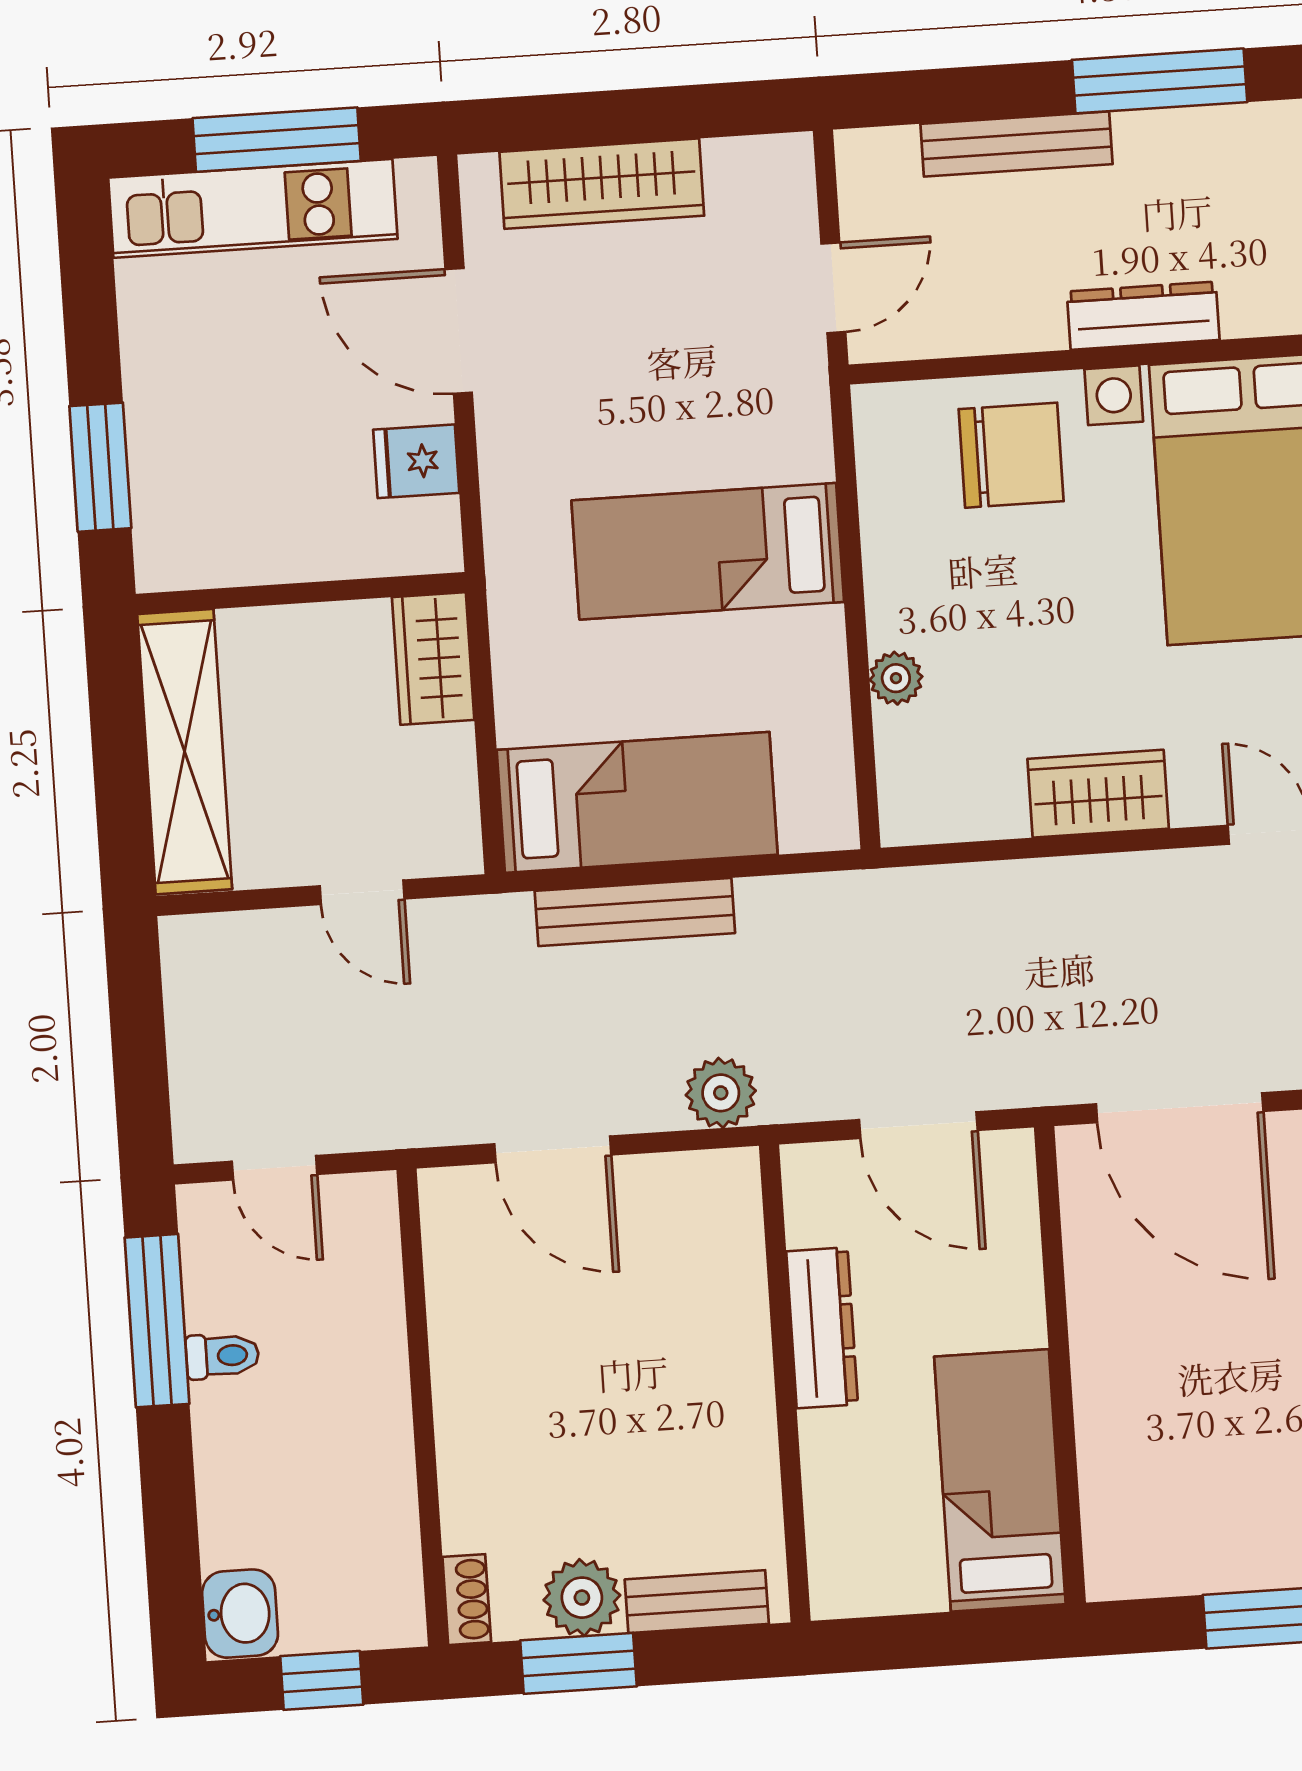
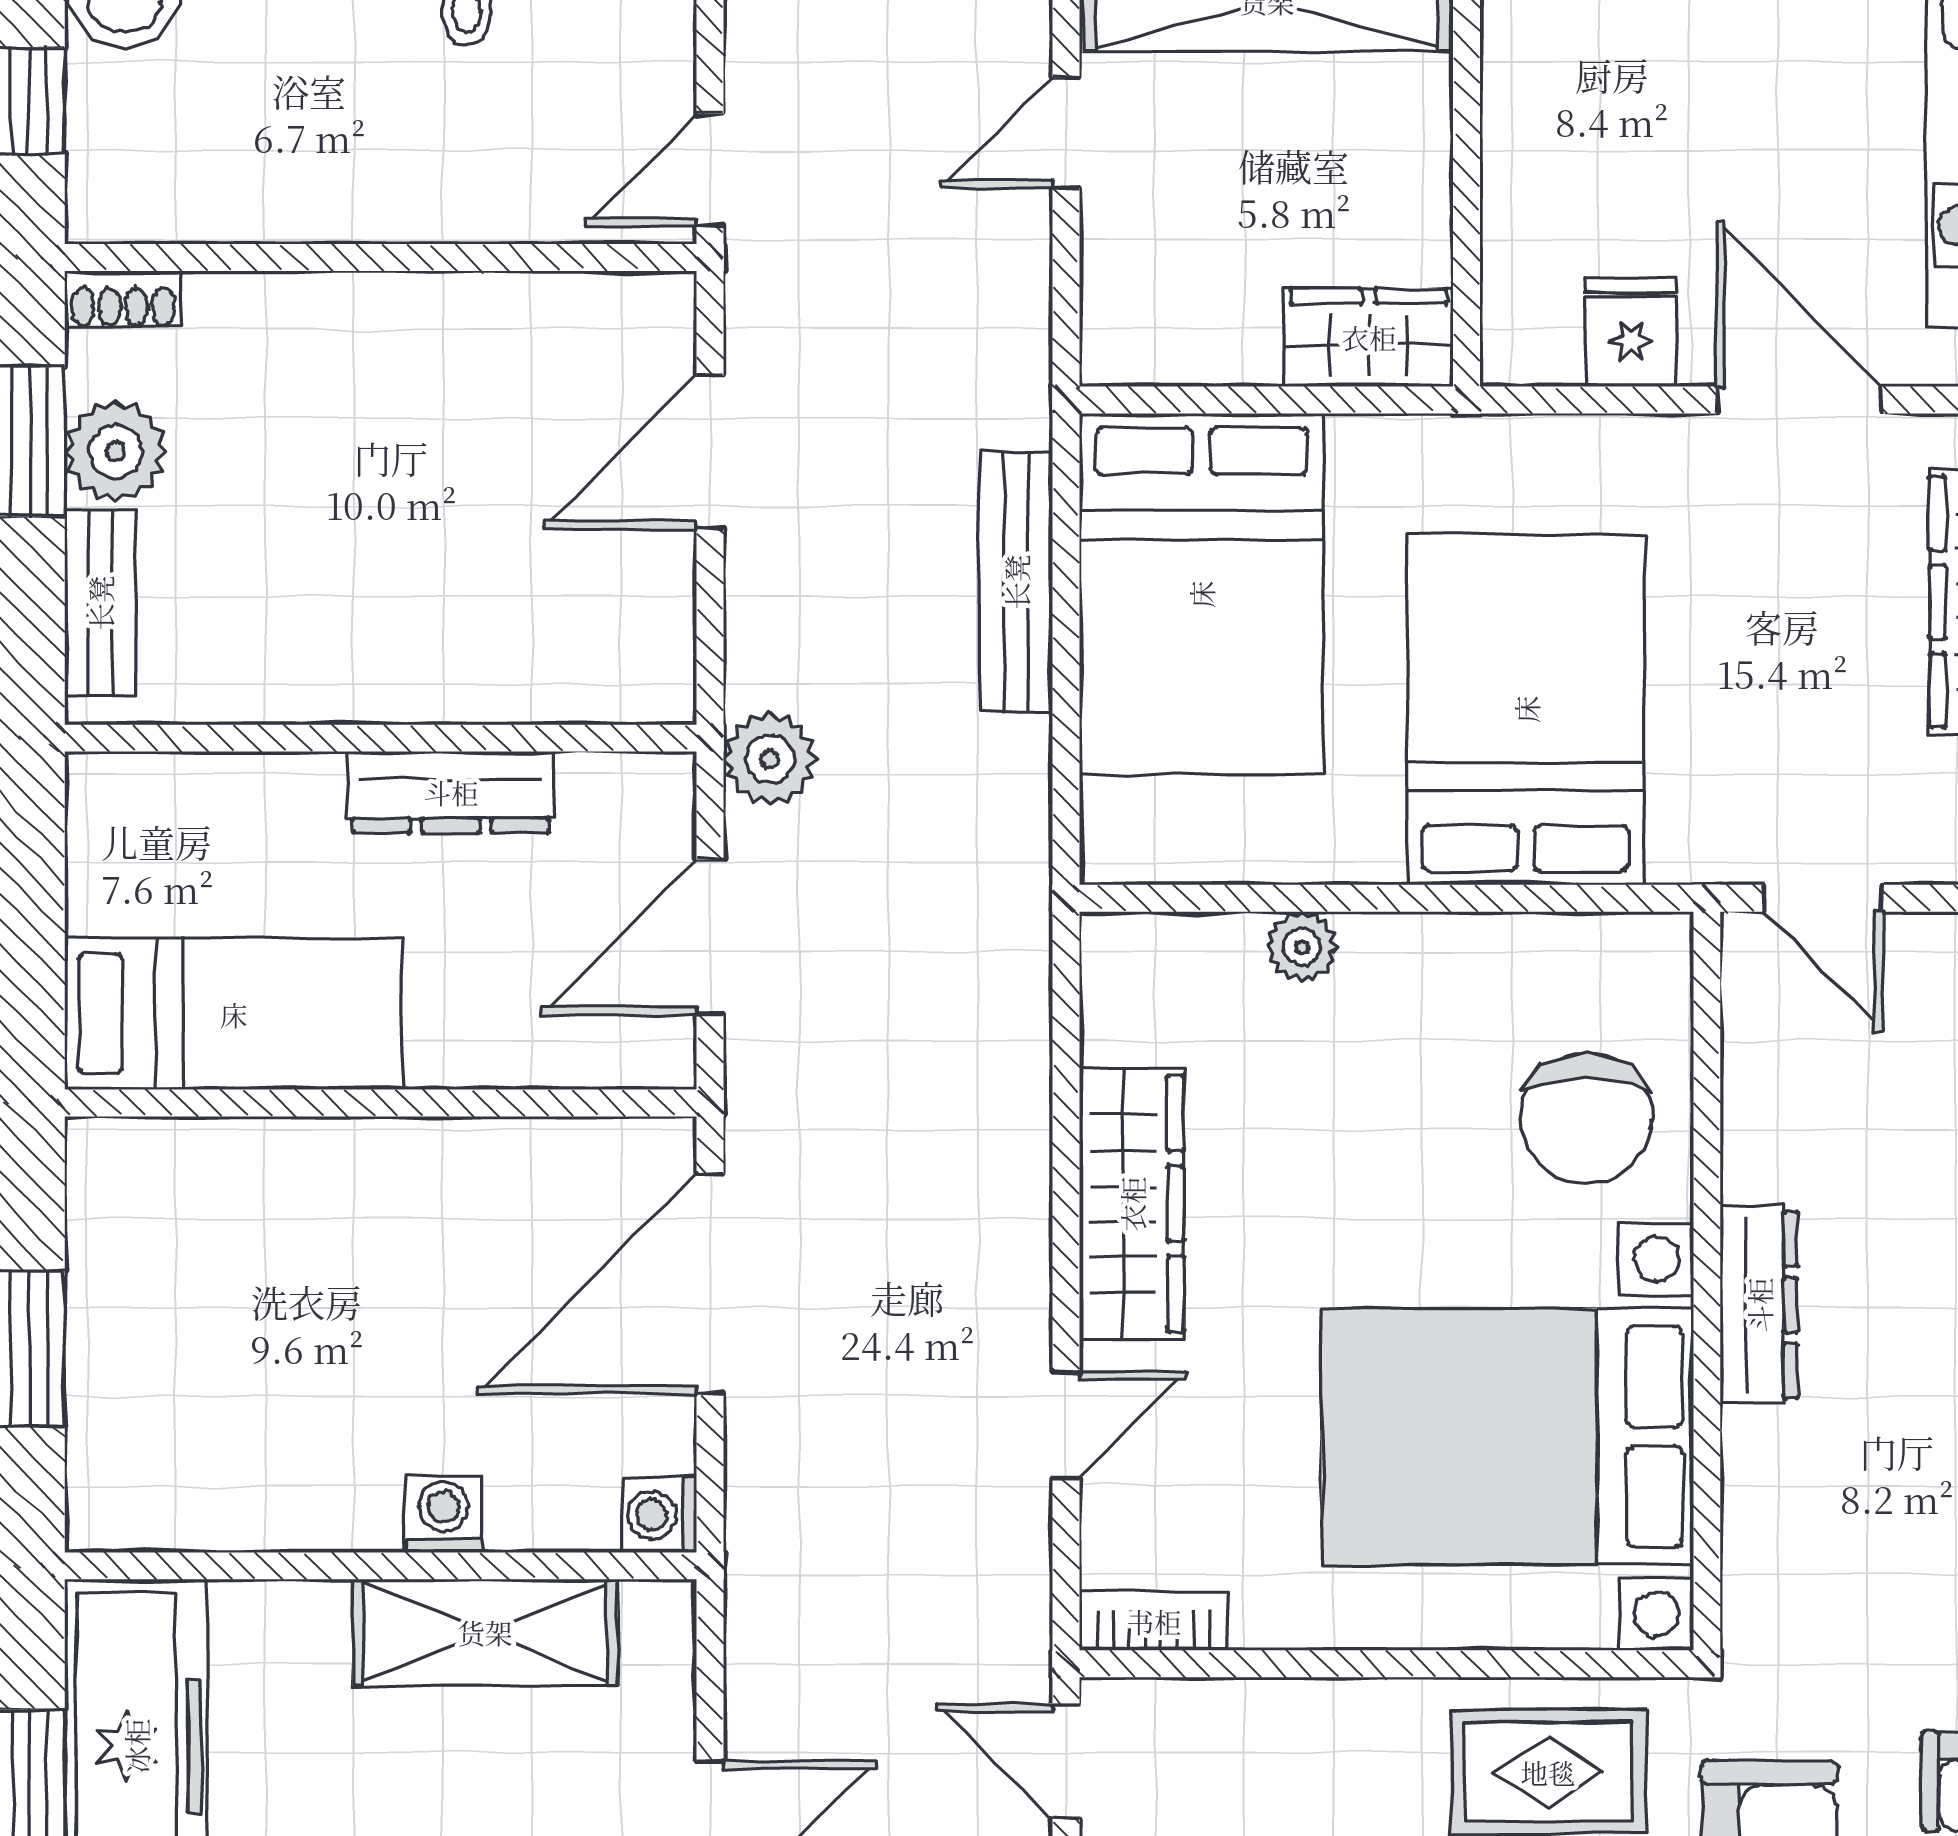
door: (459, 331) -> (1799, 400), hinge flipped
bed: (708, 551) -> (1526, 709), width x1.50
wardrobe: (1098, 794) -> (1132, 1204), width x1.50
bed: (637, 802) -> (1201, 594), width x1.50
door: (362, 892) -> (1066, 133), moved
plant: (721, 1093) -> (770, 759), moved
door: (275, 1168) -> (710, 170), moved

